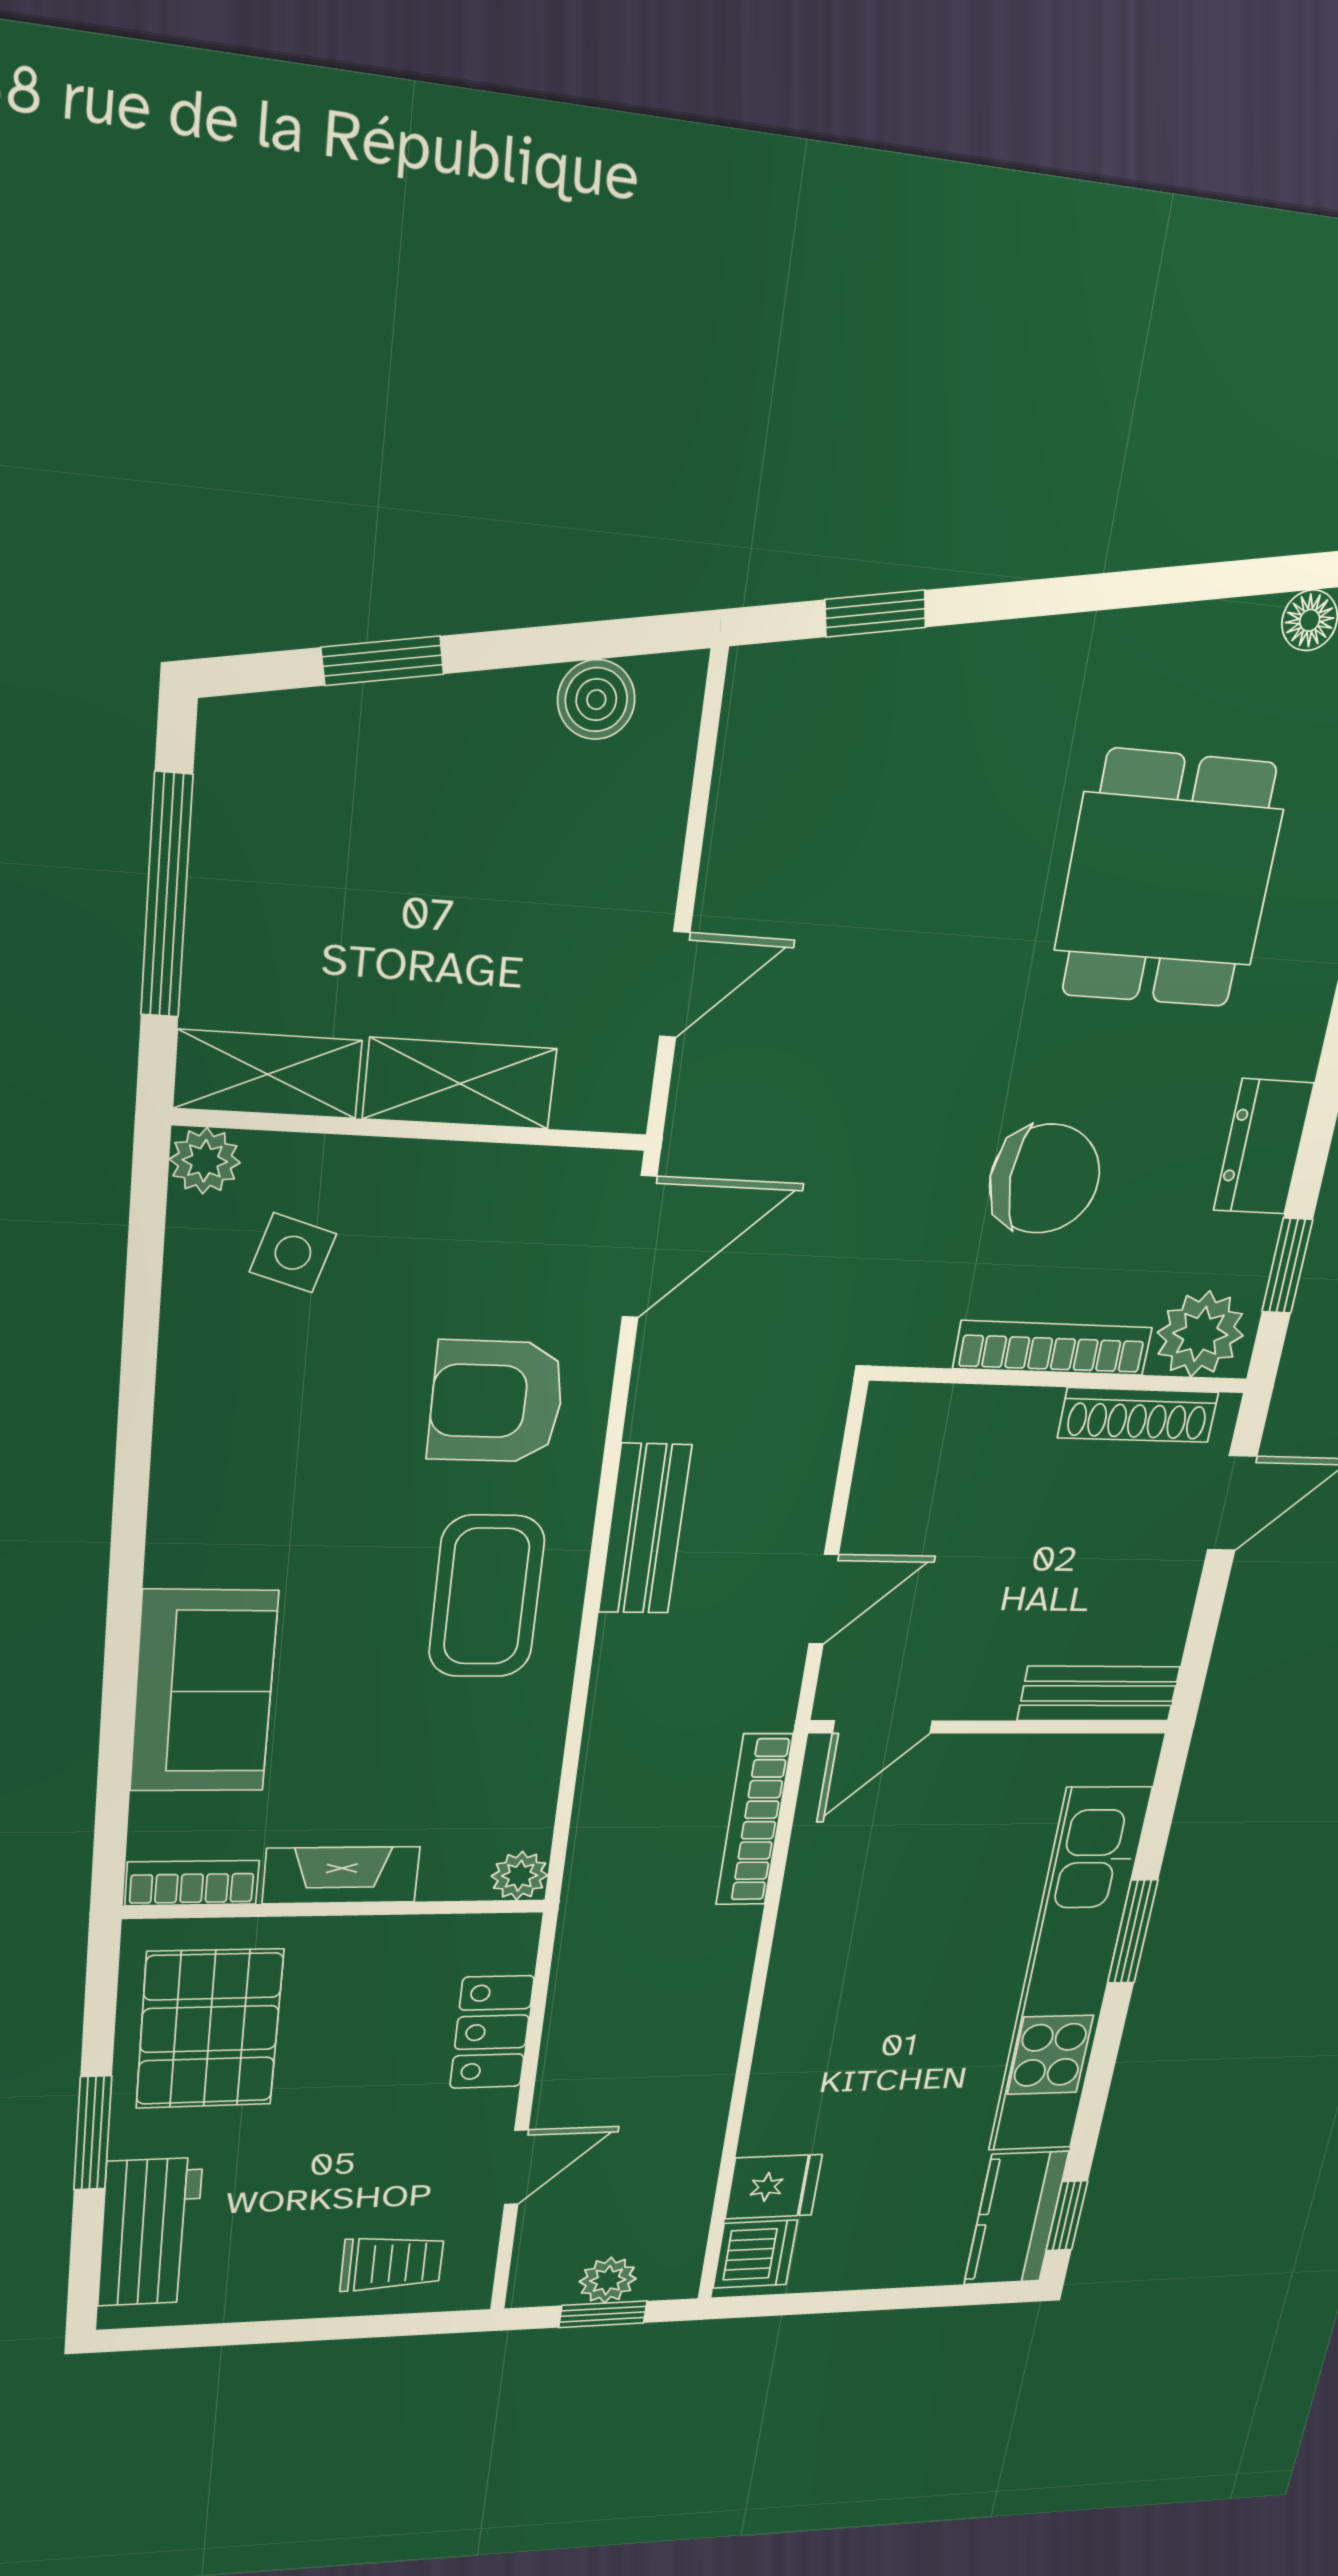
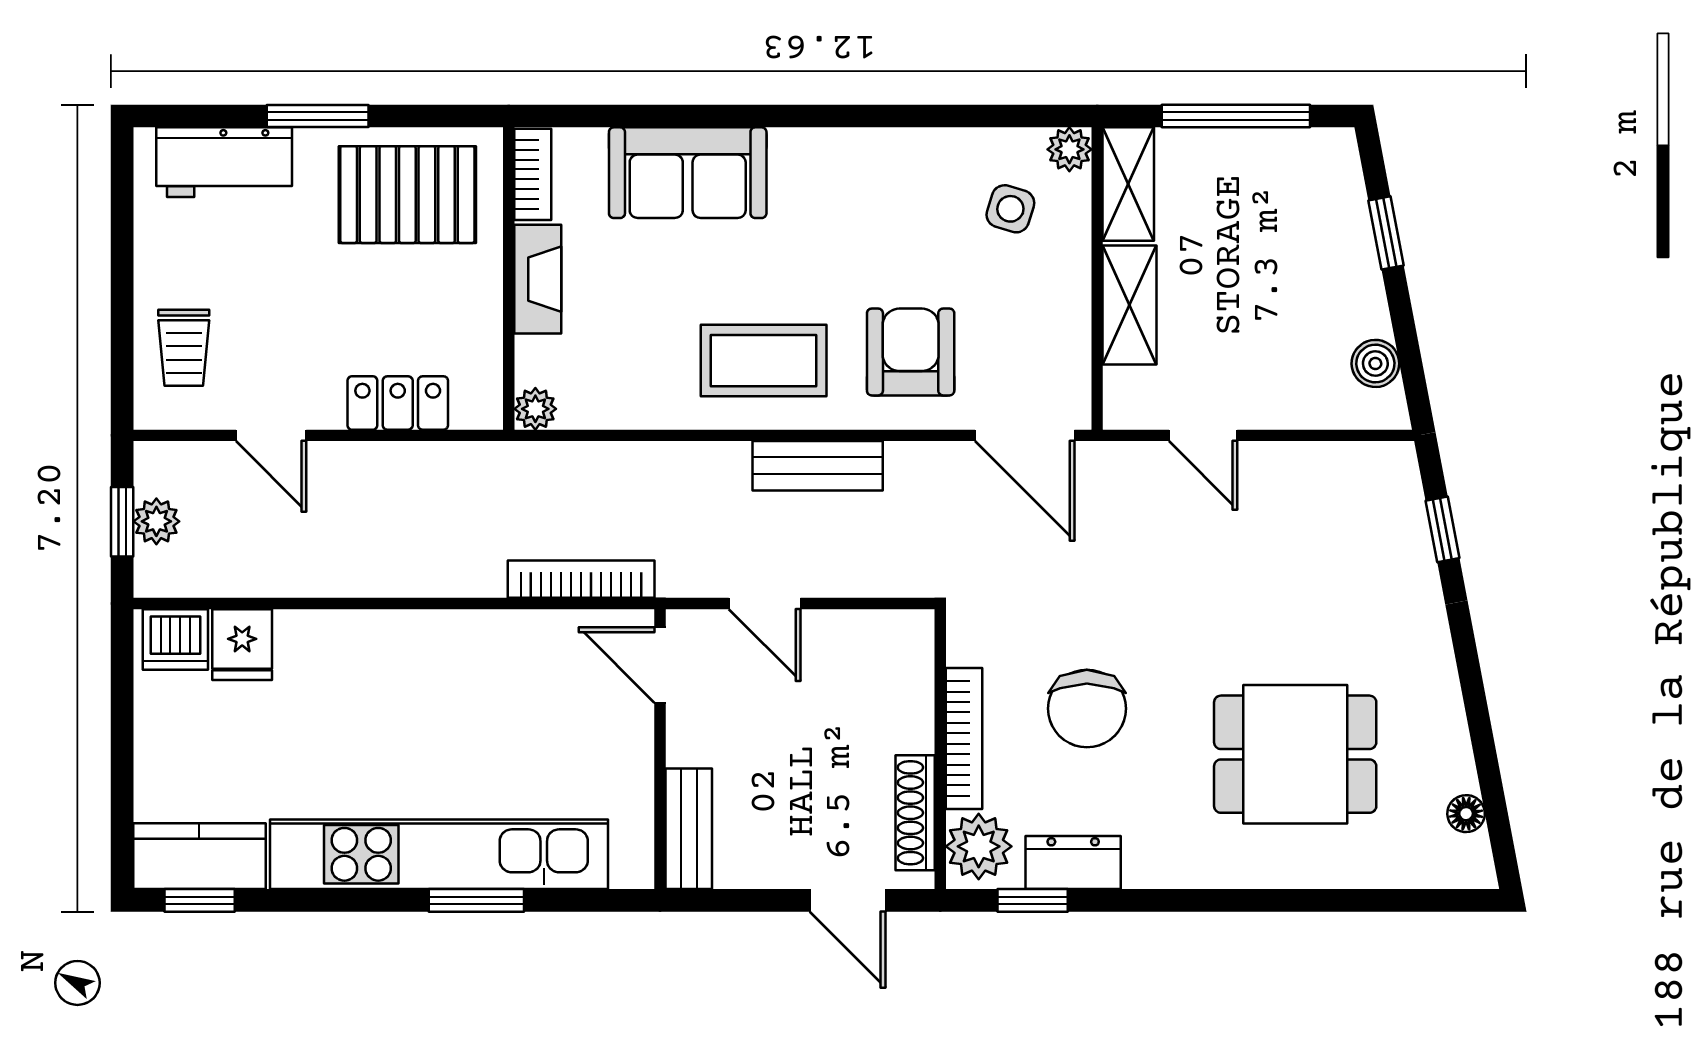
dresser: (1264, 1147) -> (1073, 863), moved

